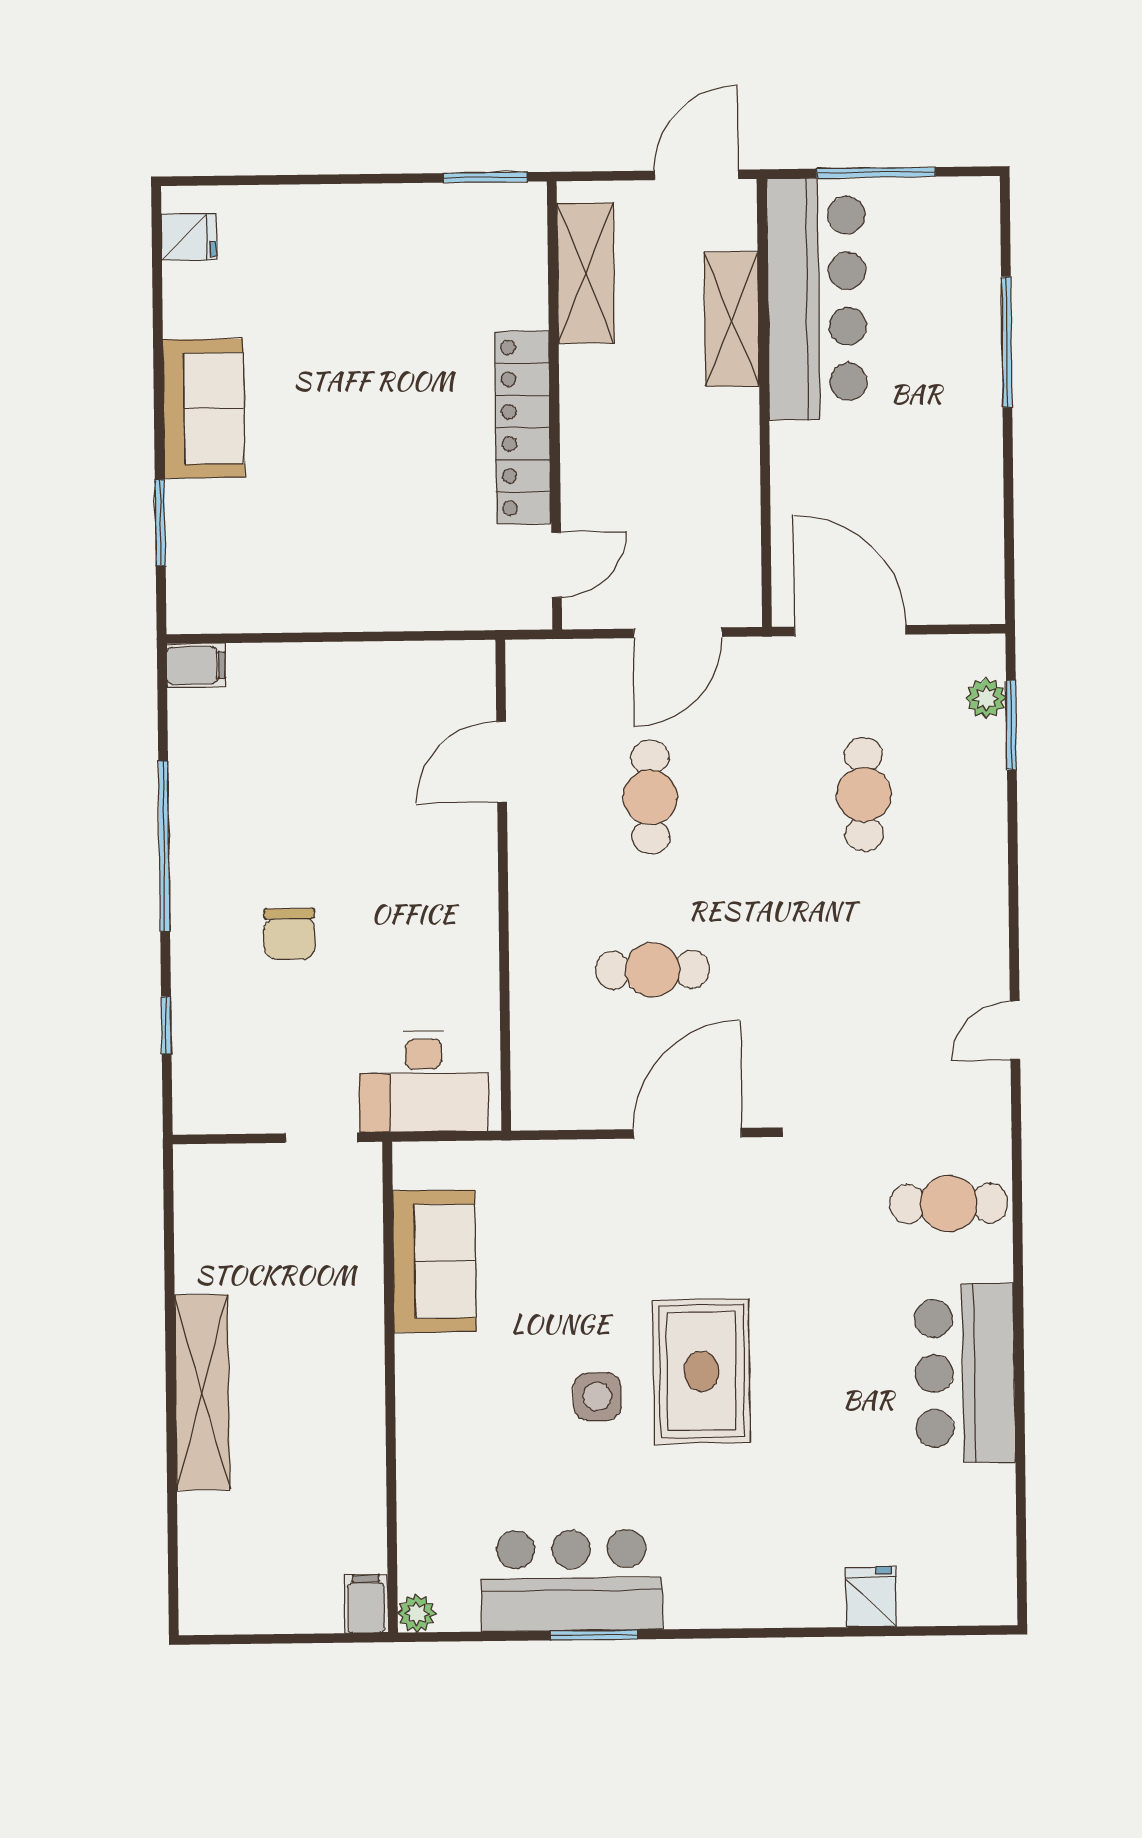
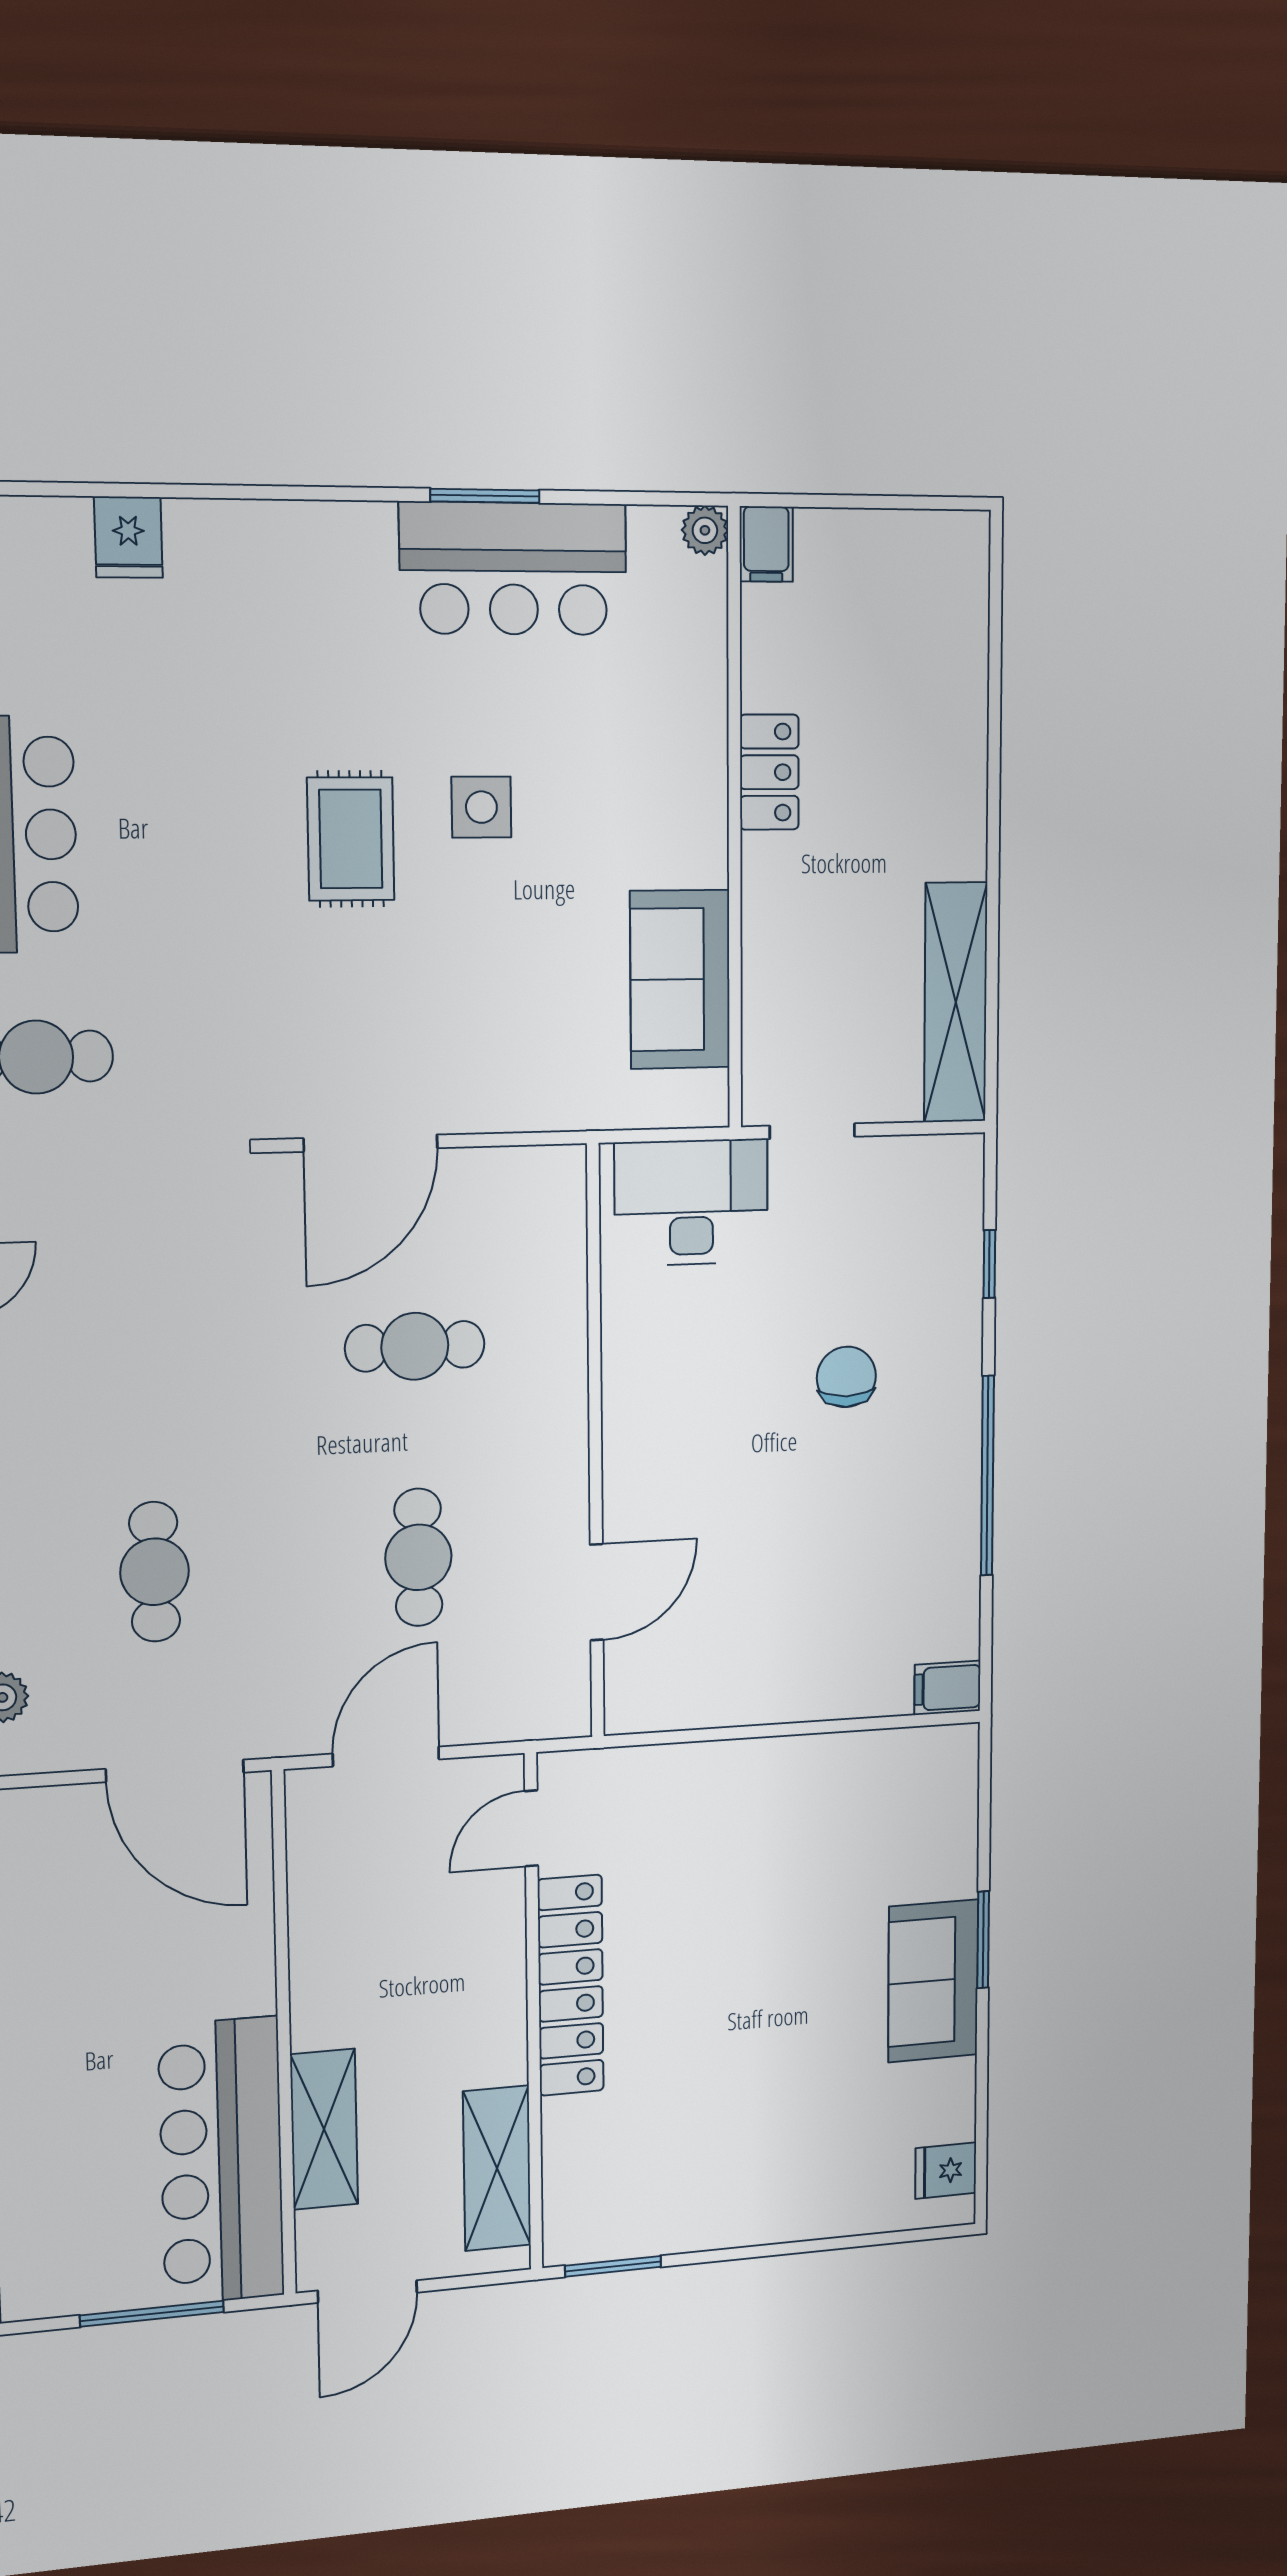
window: (160, 523) -> (983, 1940), moved
rug: (702, 1371) -> (351, 839), width x0.73, depth x0.70
shelving: (202, 1392) -> (956, 1003), moved
locker: (362, 1426) -> (769, 772), added

